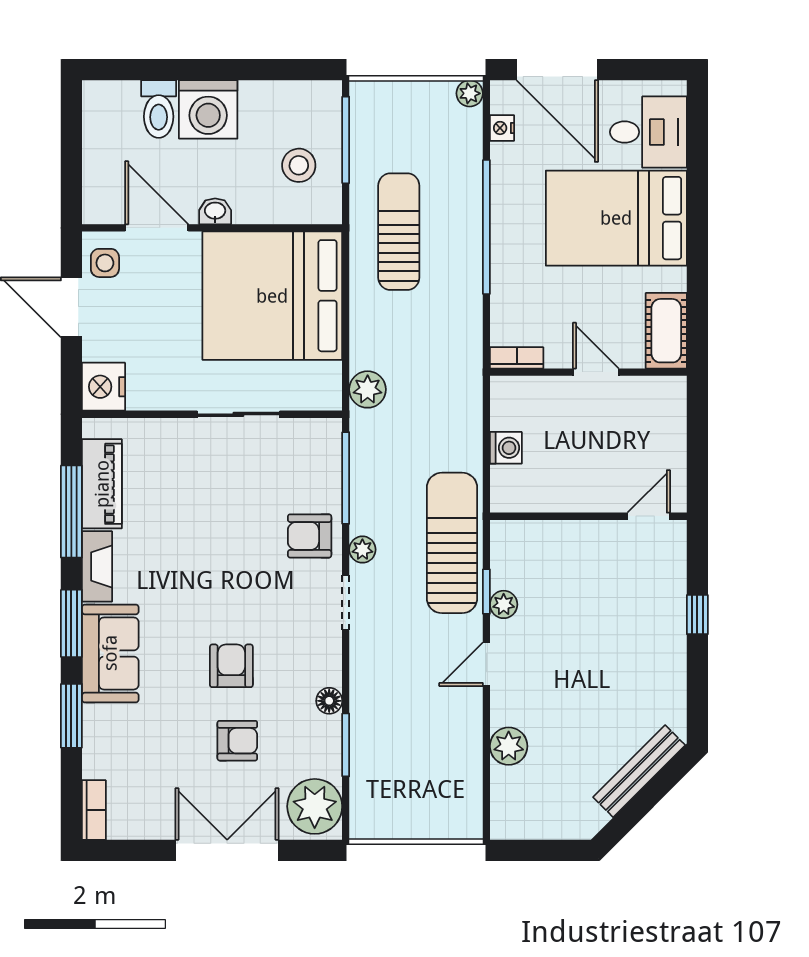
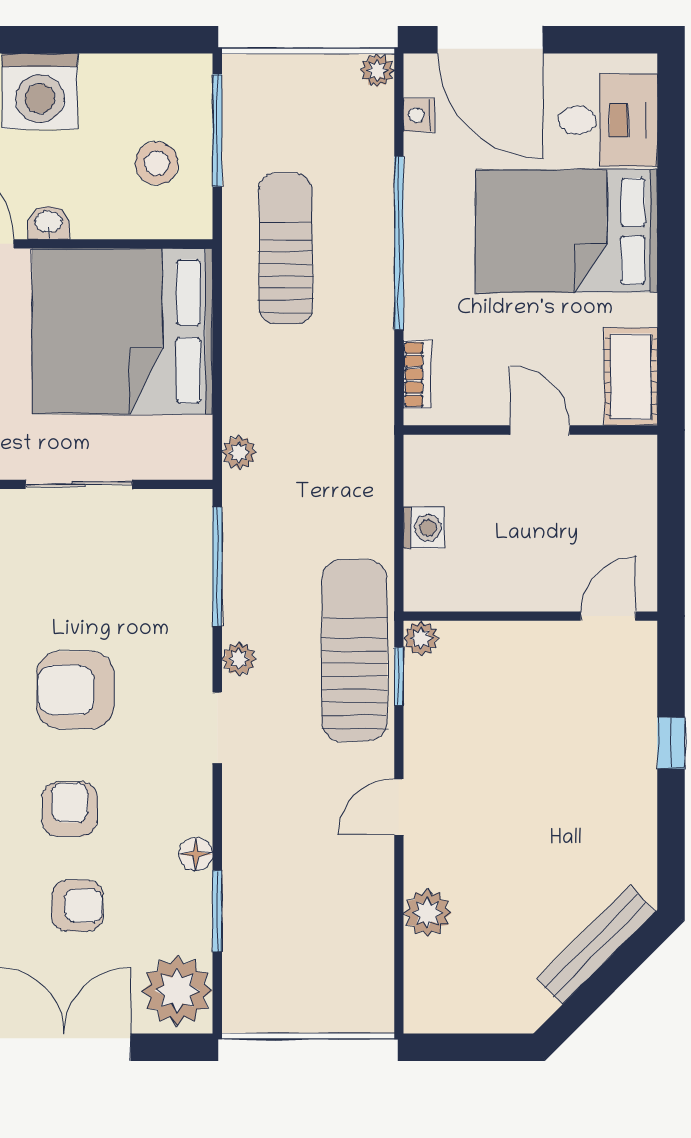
bookcase: (517, 358) -> (417, 374), moved, turned 90
plant: (368, 389) -> (239, 452), width x0.73, depth x0.73
armchair: (310, 536) -> (75, 690), moved, width x1.38, depth x1.38
window: (486, 592) -> (399, 676), moved
plant: (504, 604) -> (421, 638), moved

